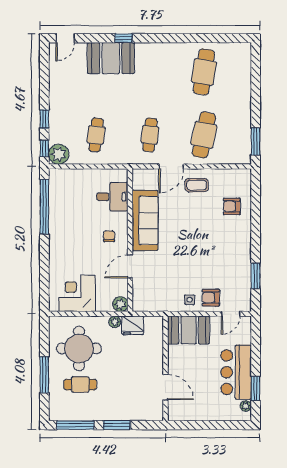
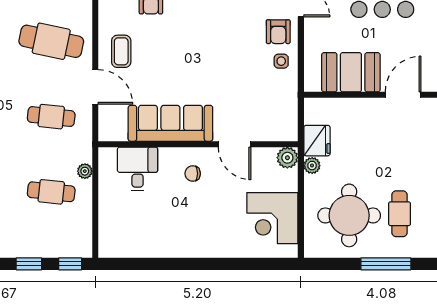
plant: (59, 154) -> (85, 171), moved, width x0.53, depth x0.53
window: (44, 206) -> (151, 264), removed
booth: (189, 330) -> (351, 72), moved, turned 90

